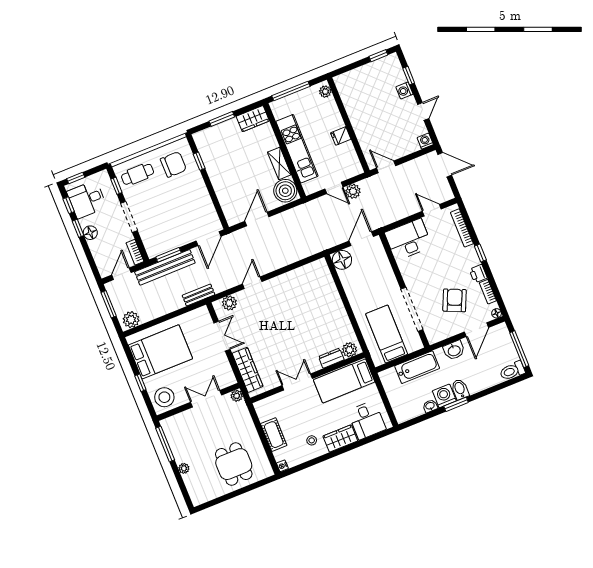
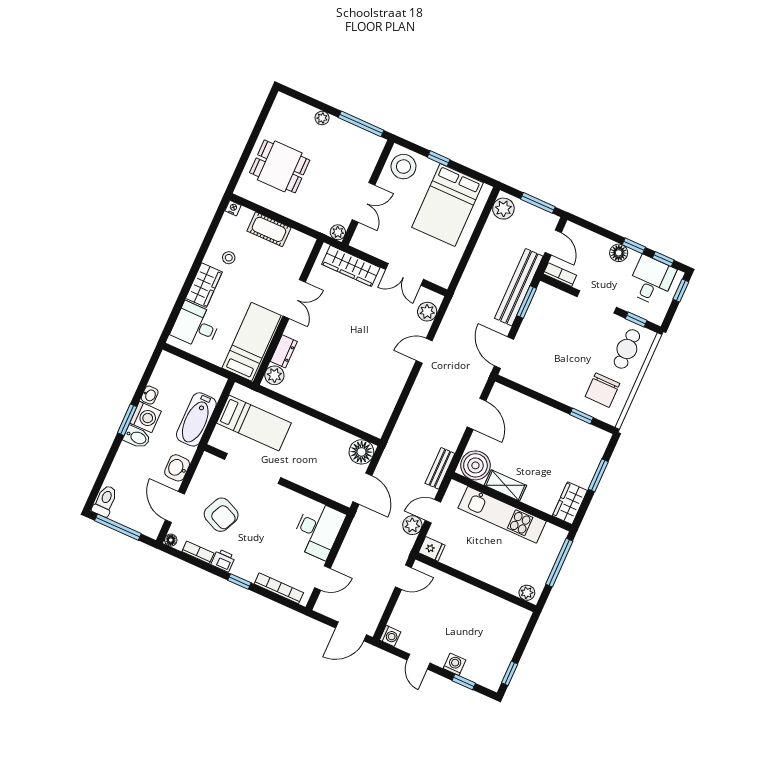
fridge: (341, 136) -> (432, 549), moved, turned 90
door: (252, 283) -> (424, 351), swing flipped
bench: (199, 295) -> (440, 468), moved

